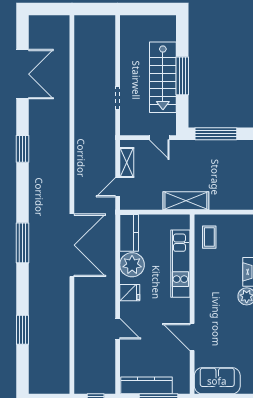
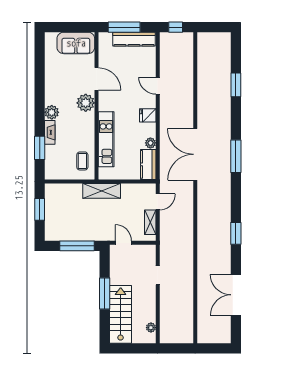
plant: (126, 34) -> (151, 328), added
stairs: (163, 77) -> (121, 314), moved
plant: (132, 265) -> (150, 143), width x0.53, depth x0.53
plant: (205, 308) -> (86, 103), added

